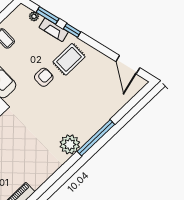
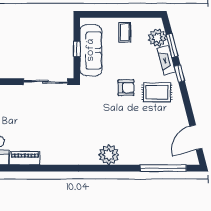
plant: (34, 16) -> (157, 38), width x1.88, depth x1.88
window: (96, 138) -> (163, 168), moved
plant: (70, 144) -> (109, 155), moved

